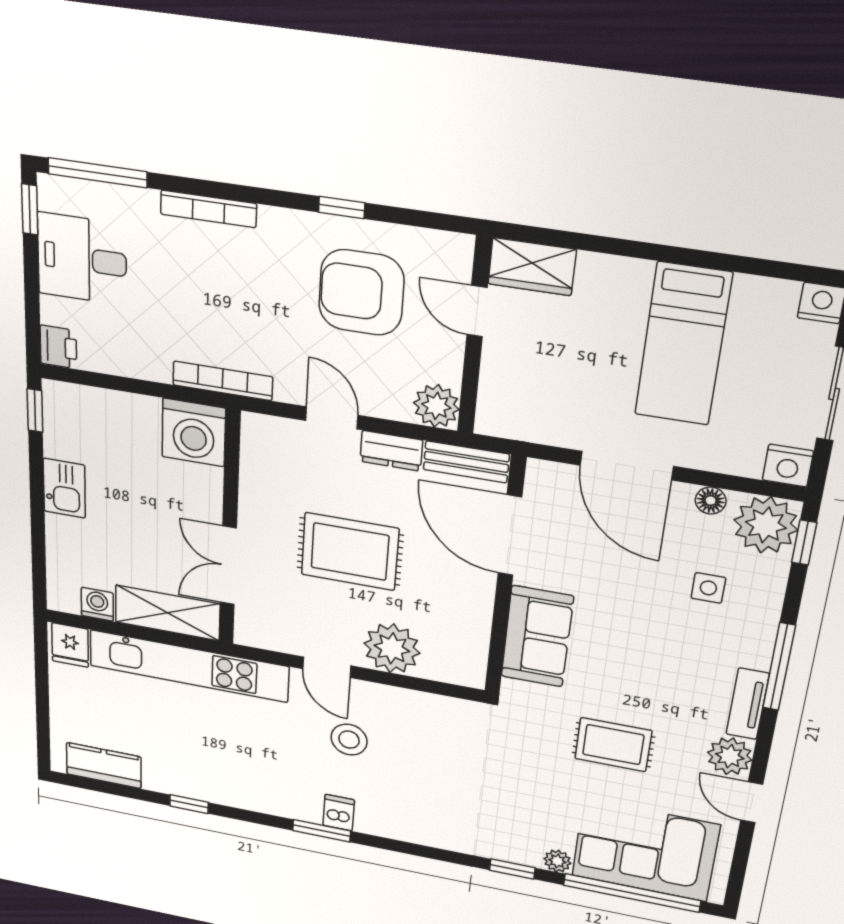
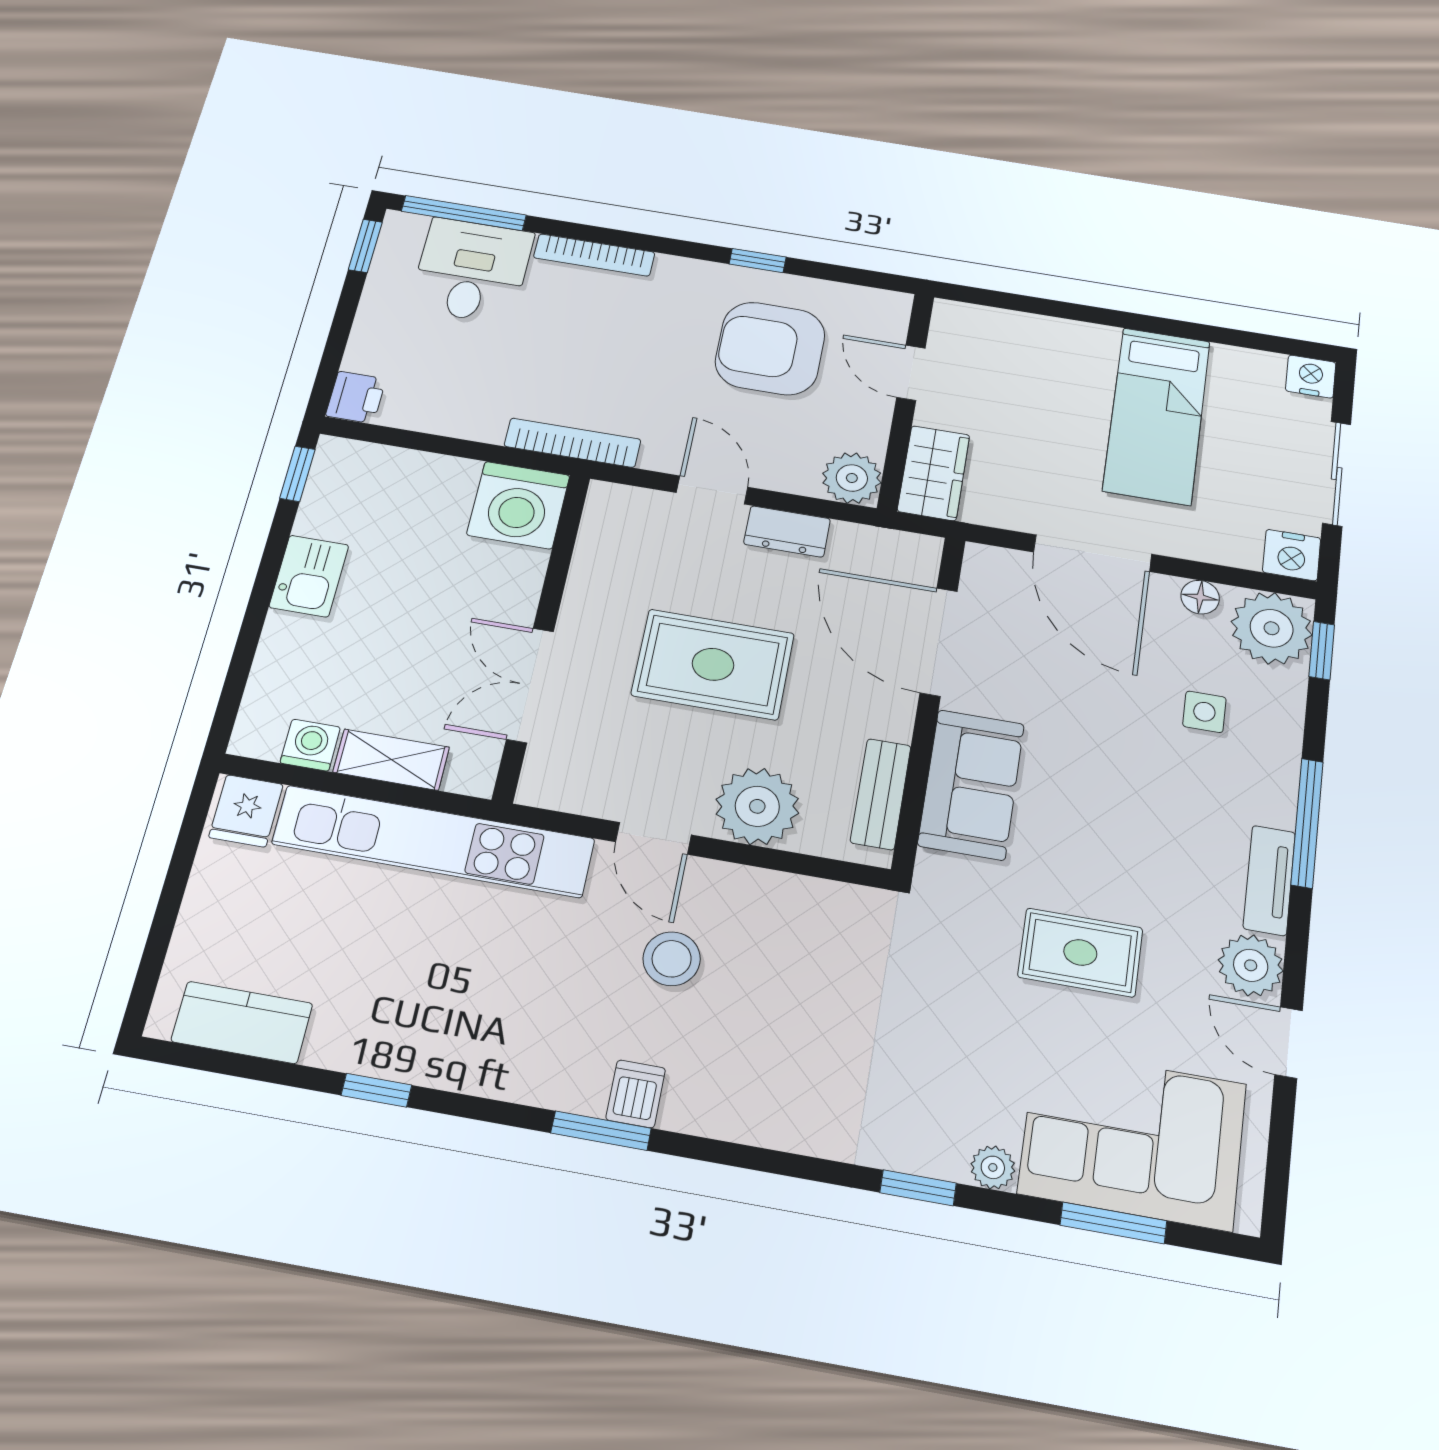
desk: (82, 259) -> (472, 271), moved, turned 90
wardrobe: (532, 267) -> (934, 473), moved, turned -90
bench: (466, 462) -> (881, 794), moved, turned 90
shelving: (167, 613) -> (391, 760), width x0.67, depth x0.75
window: (632, 893) -> (1113, 1223), width x0.47

